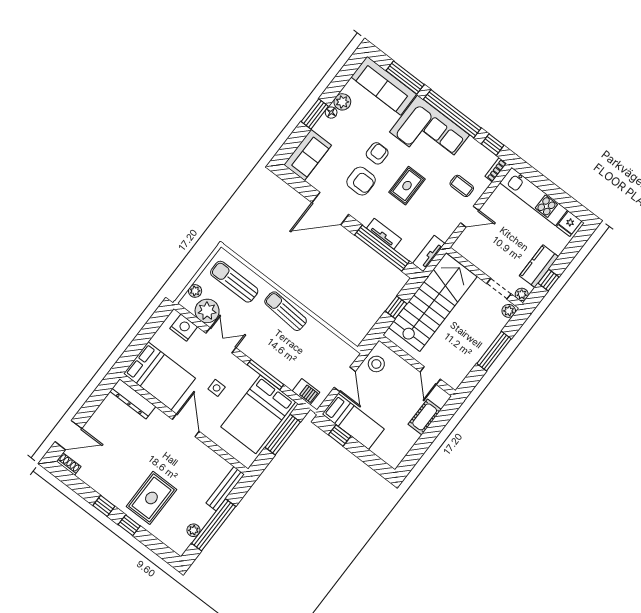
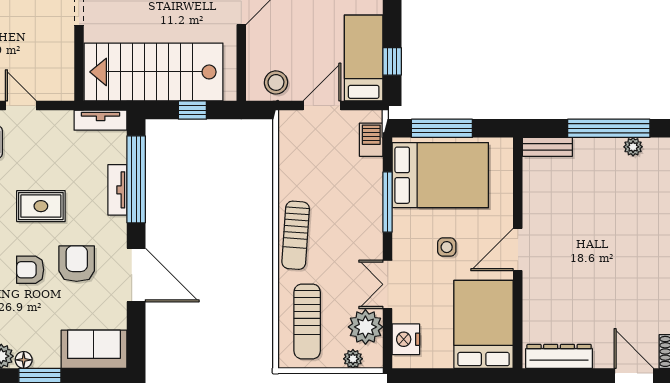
dresser: (133, 399) -> (559, 356), moved, turned -90
bench: (225, 489) -> (547, 147), width x0.73
rug: (151, 498) -> (633, 225), removed

